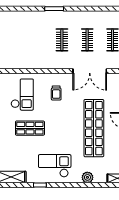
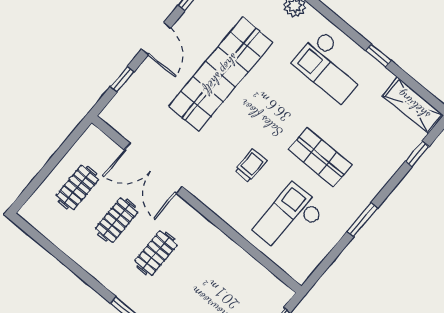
double door: (90, 71) -> (153, 168), swing flipped
trolley: (56, 93) -> (251, 165), moved

